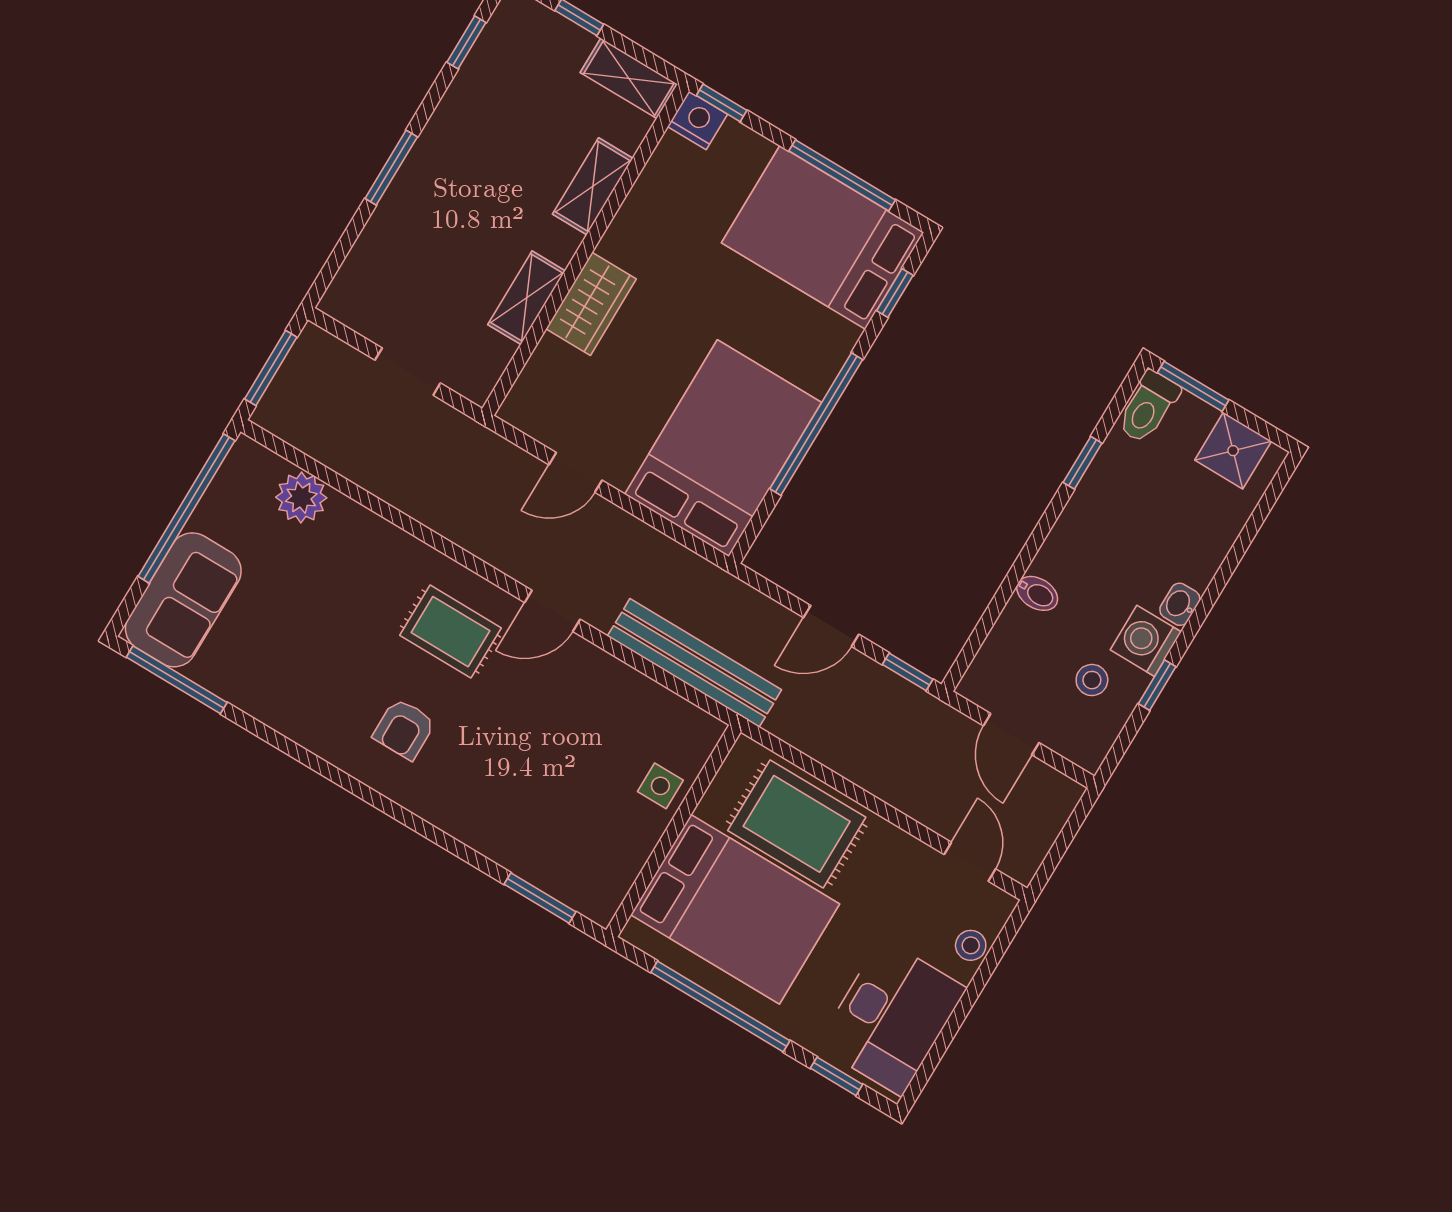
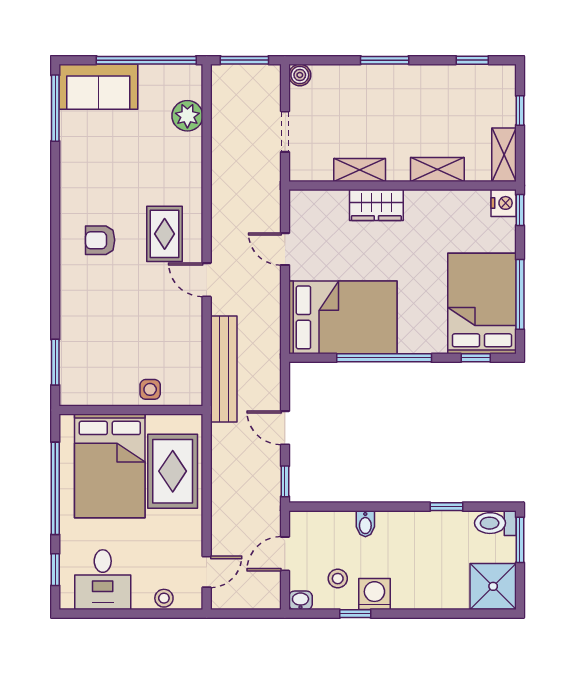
boiler: (339, 302) -> (300, 75), added
shower: (1233, 451) -> (493, 586), width x1.36, depth x1.36
washbasin: (1180, 604) -> (300, 600), moved
desk: (892, 1017) -> (103, 580), width x0.73

